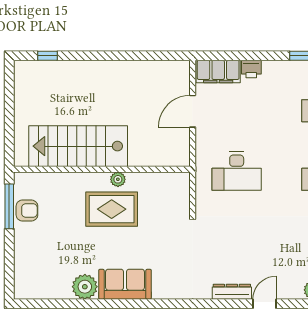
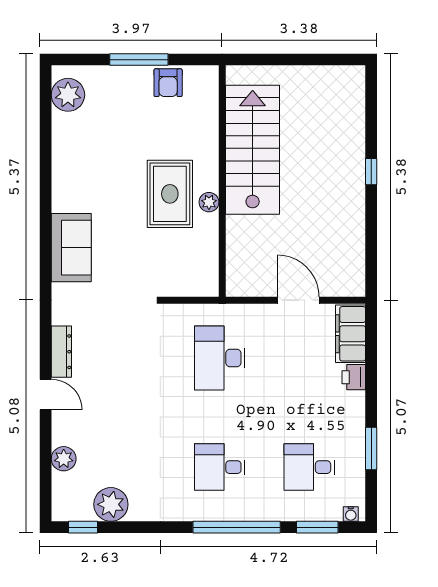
window: (47, 56) -> (371, 172), moved
window: (9, 206) -> (139, 60), moved
sofa: (125, 284) -> (71, 248), moved
plant: (85, 287) -> (68, 95), moved

